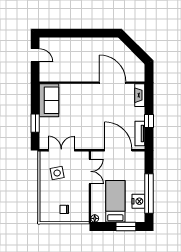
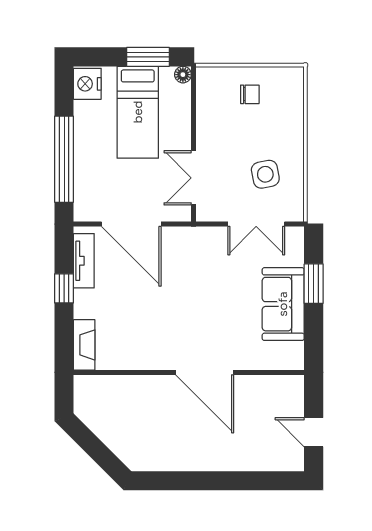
door: (113, 83) -> (205, 372), moved
sofa: (49, 100) -> (283, 304), moved
window: (149, 193) -> (64, 159), moved
nightstand: (138, 201) -> (87, 84), moved
window: (126, 227) -> (148, 57), moved

